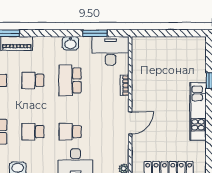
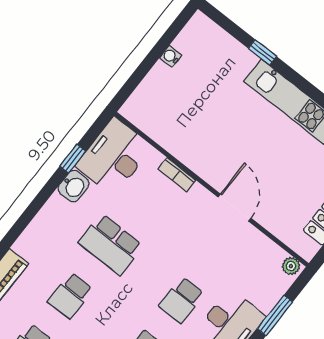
window: (95, 33) -> (73, 159), width x0.67
water cooler: (175, 41) -> (171, 56), added
washbasin: (70, 43) -> (74, 186), moved

